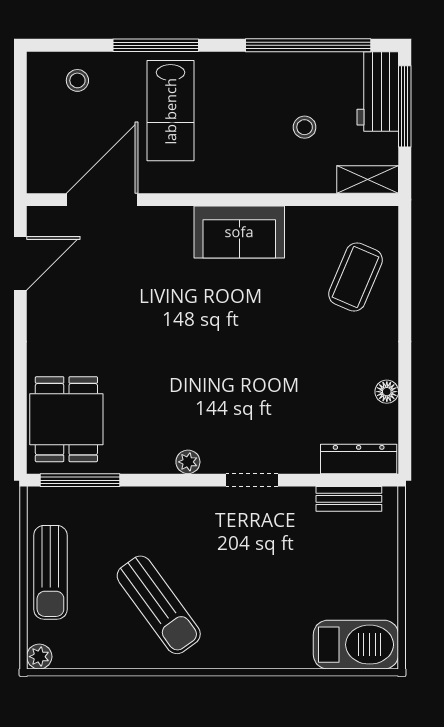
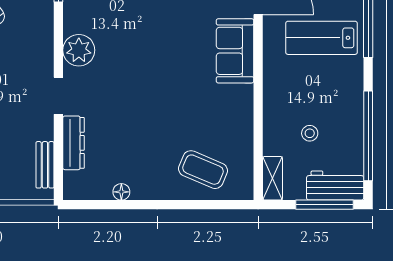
sofa: (239, 232) -> (235, 51), moved
dresser: (359, 459) -> (73, 143), moved
plant: (188, 462) -> (79, 50), width x1.88, depth x1.88

